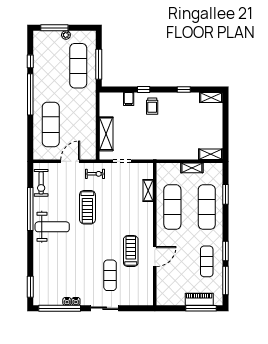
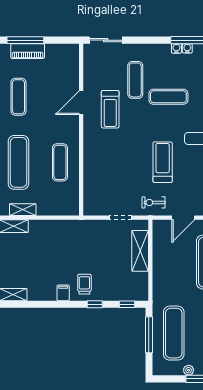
window: (184, 89) -> (127, 304), moved
filing cabinet: (129, 99) -> (63, 293), moved
shelving: (192, 168) -> (23, 210), moved
shelving: (148, 190) -> (89, 182), removed
exercise mat: (172, 207) -> (60, 162), width x0.73, depth x0.69
exercise mat: (83, 261) -> (168, 97), added
sliding door: (105, 308) -> (106, 40), moved

